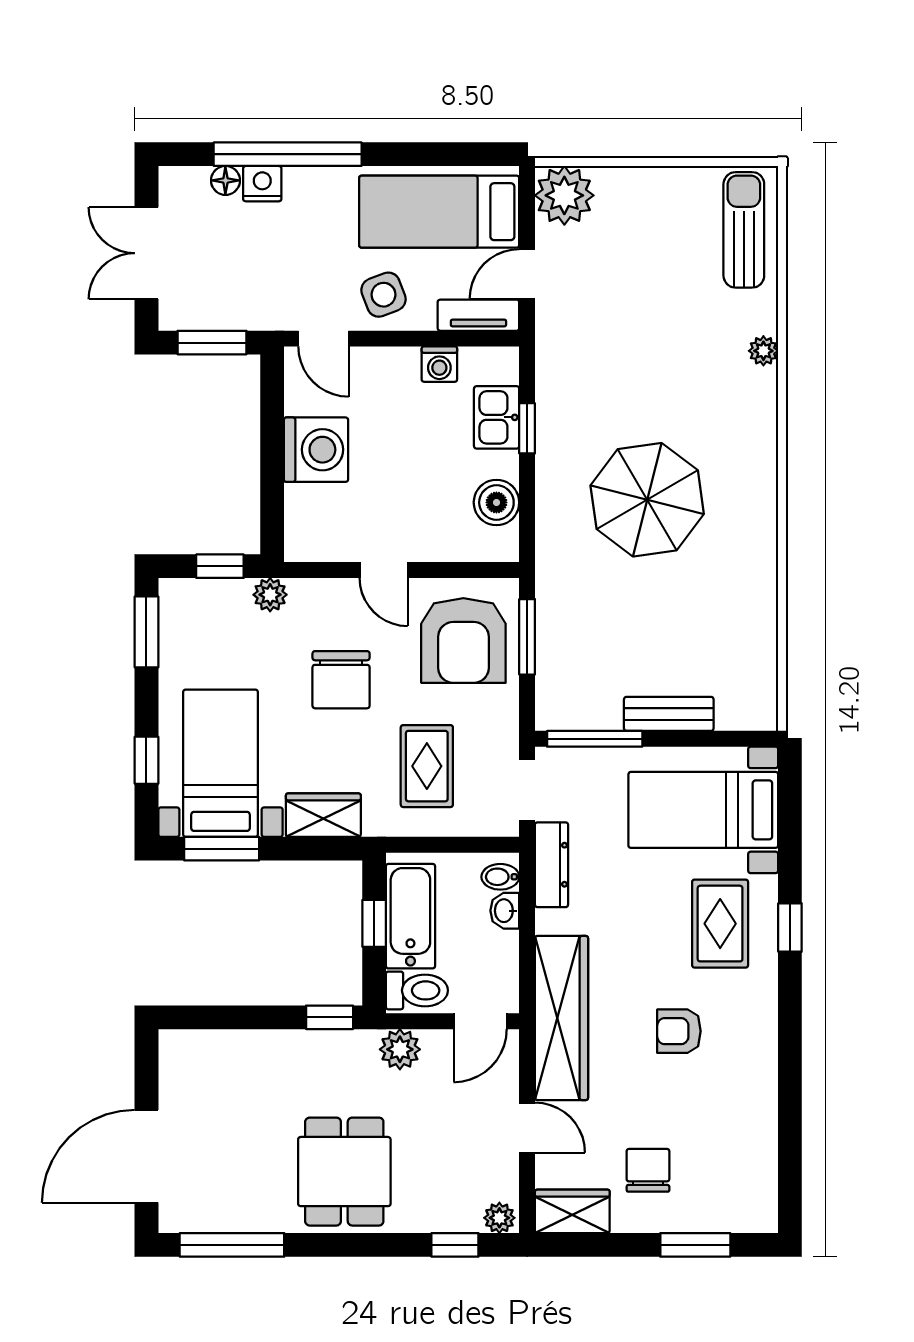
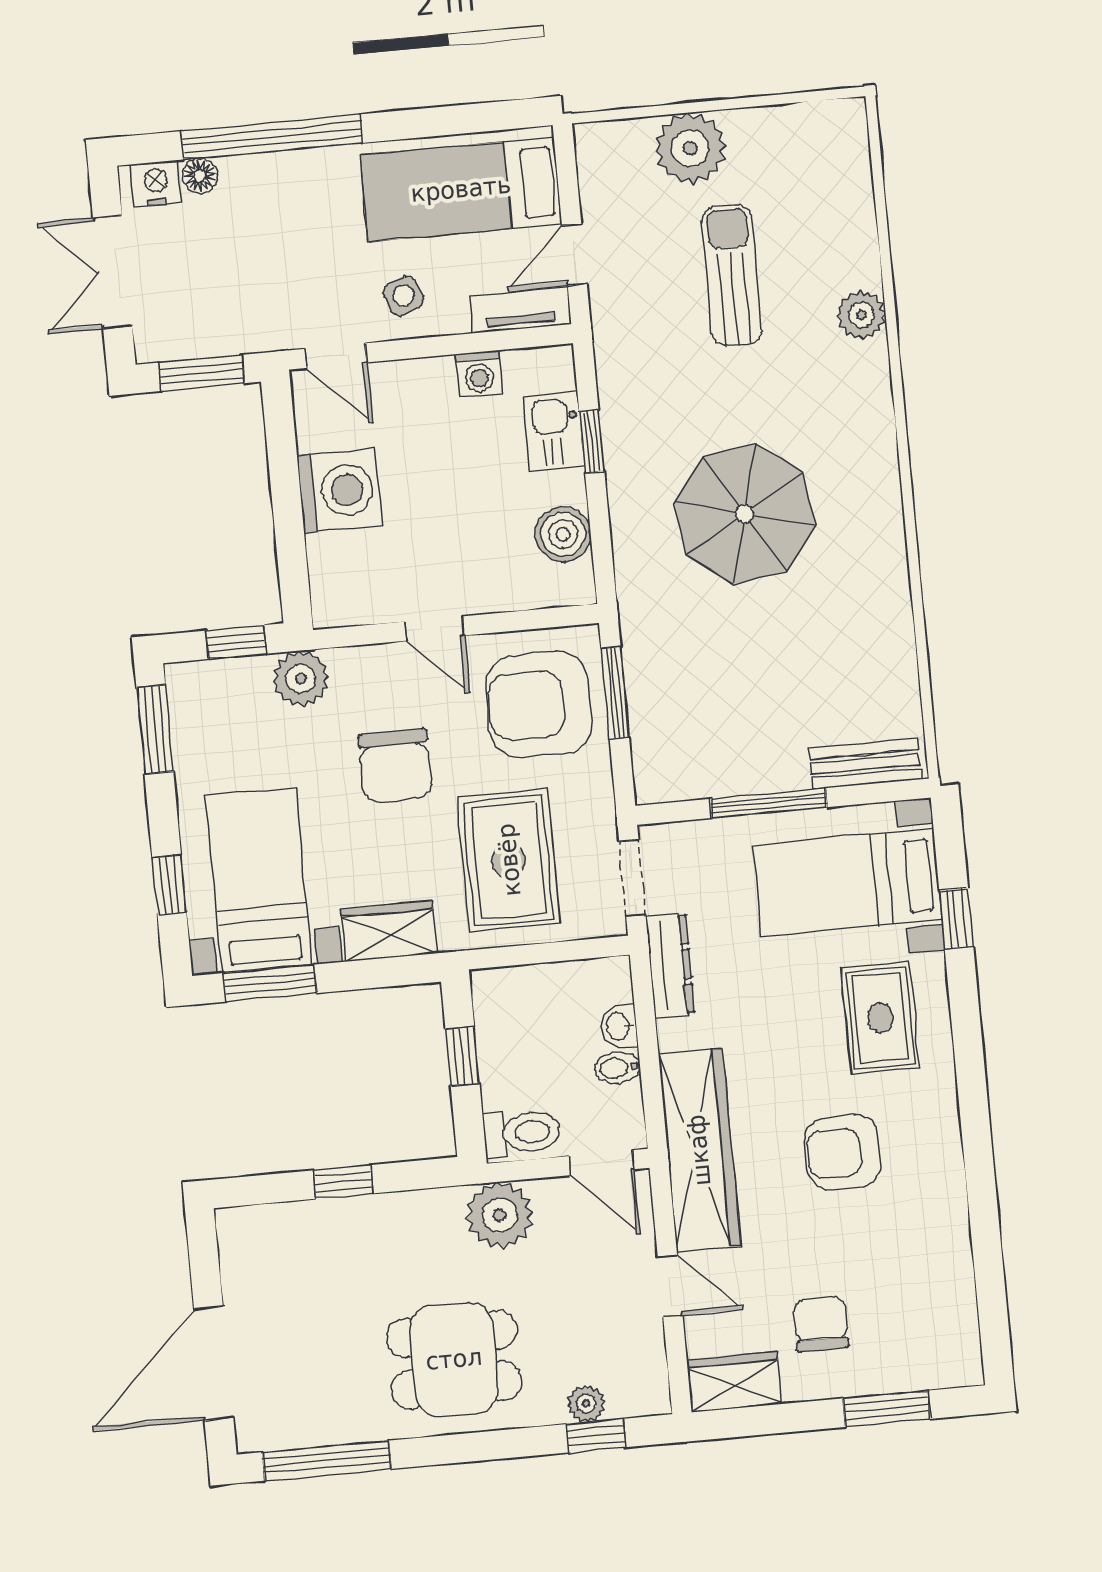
nightstand: (262, 184) -> (156, 184), moved
plant: (564, 195) -> (690, 148), moved
sun lounger: (744, 230) -> (732, 275), moved
side table: (383, 295) -> (403, 296), width x0.73, depth x0.73
plant: (763, 351) -> (861, 315), width x1.38, depth x1.38
plant: (270, 595) -> (301, 679), width x1.38, depth x1.38
armchair: (463, 641) -> (539, 705), turned 90
bench: (669, 714) -> (865, 764), moved
window: (595, 739) -> (769, 803), moved
rug: (427, 766) -> (509, 860), width x1.36, depth x1.43
bidet: (500, 877) -> (617, 1068), moved
bathtub: (410, 916) -> (506, 1044), removed
window: (790, 928) -> (956, 919), moved
window: (330, 1017) -> (343, 1182), moved
door: (480, 1021) -> (601, 1163), hinge flipped
armchair: (679, 1031) -> (843, 1152), width x1.38, depth x1.38
plant: (400, 1049) -> (500, 1215), width x1.36, depth x1.36
dining table: (344, 1172) -> (454, 1359), turned 90
plant: (499, 1218) -> (586, 1404), moved

